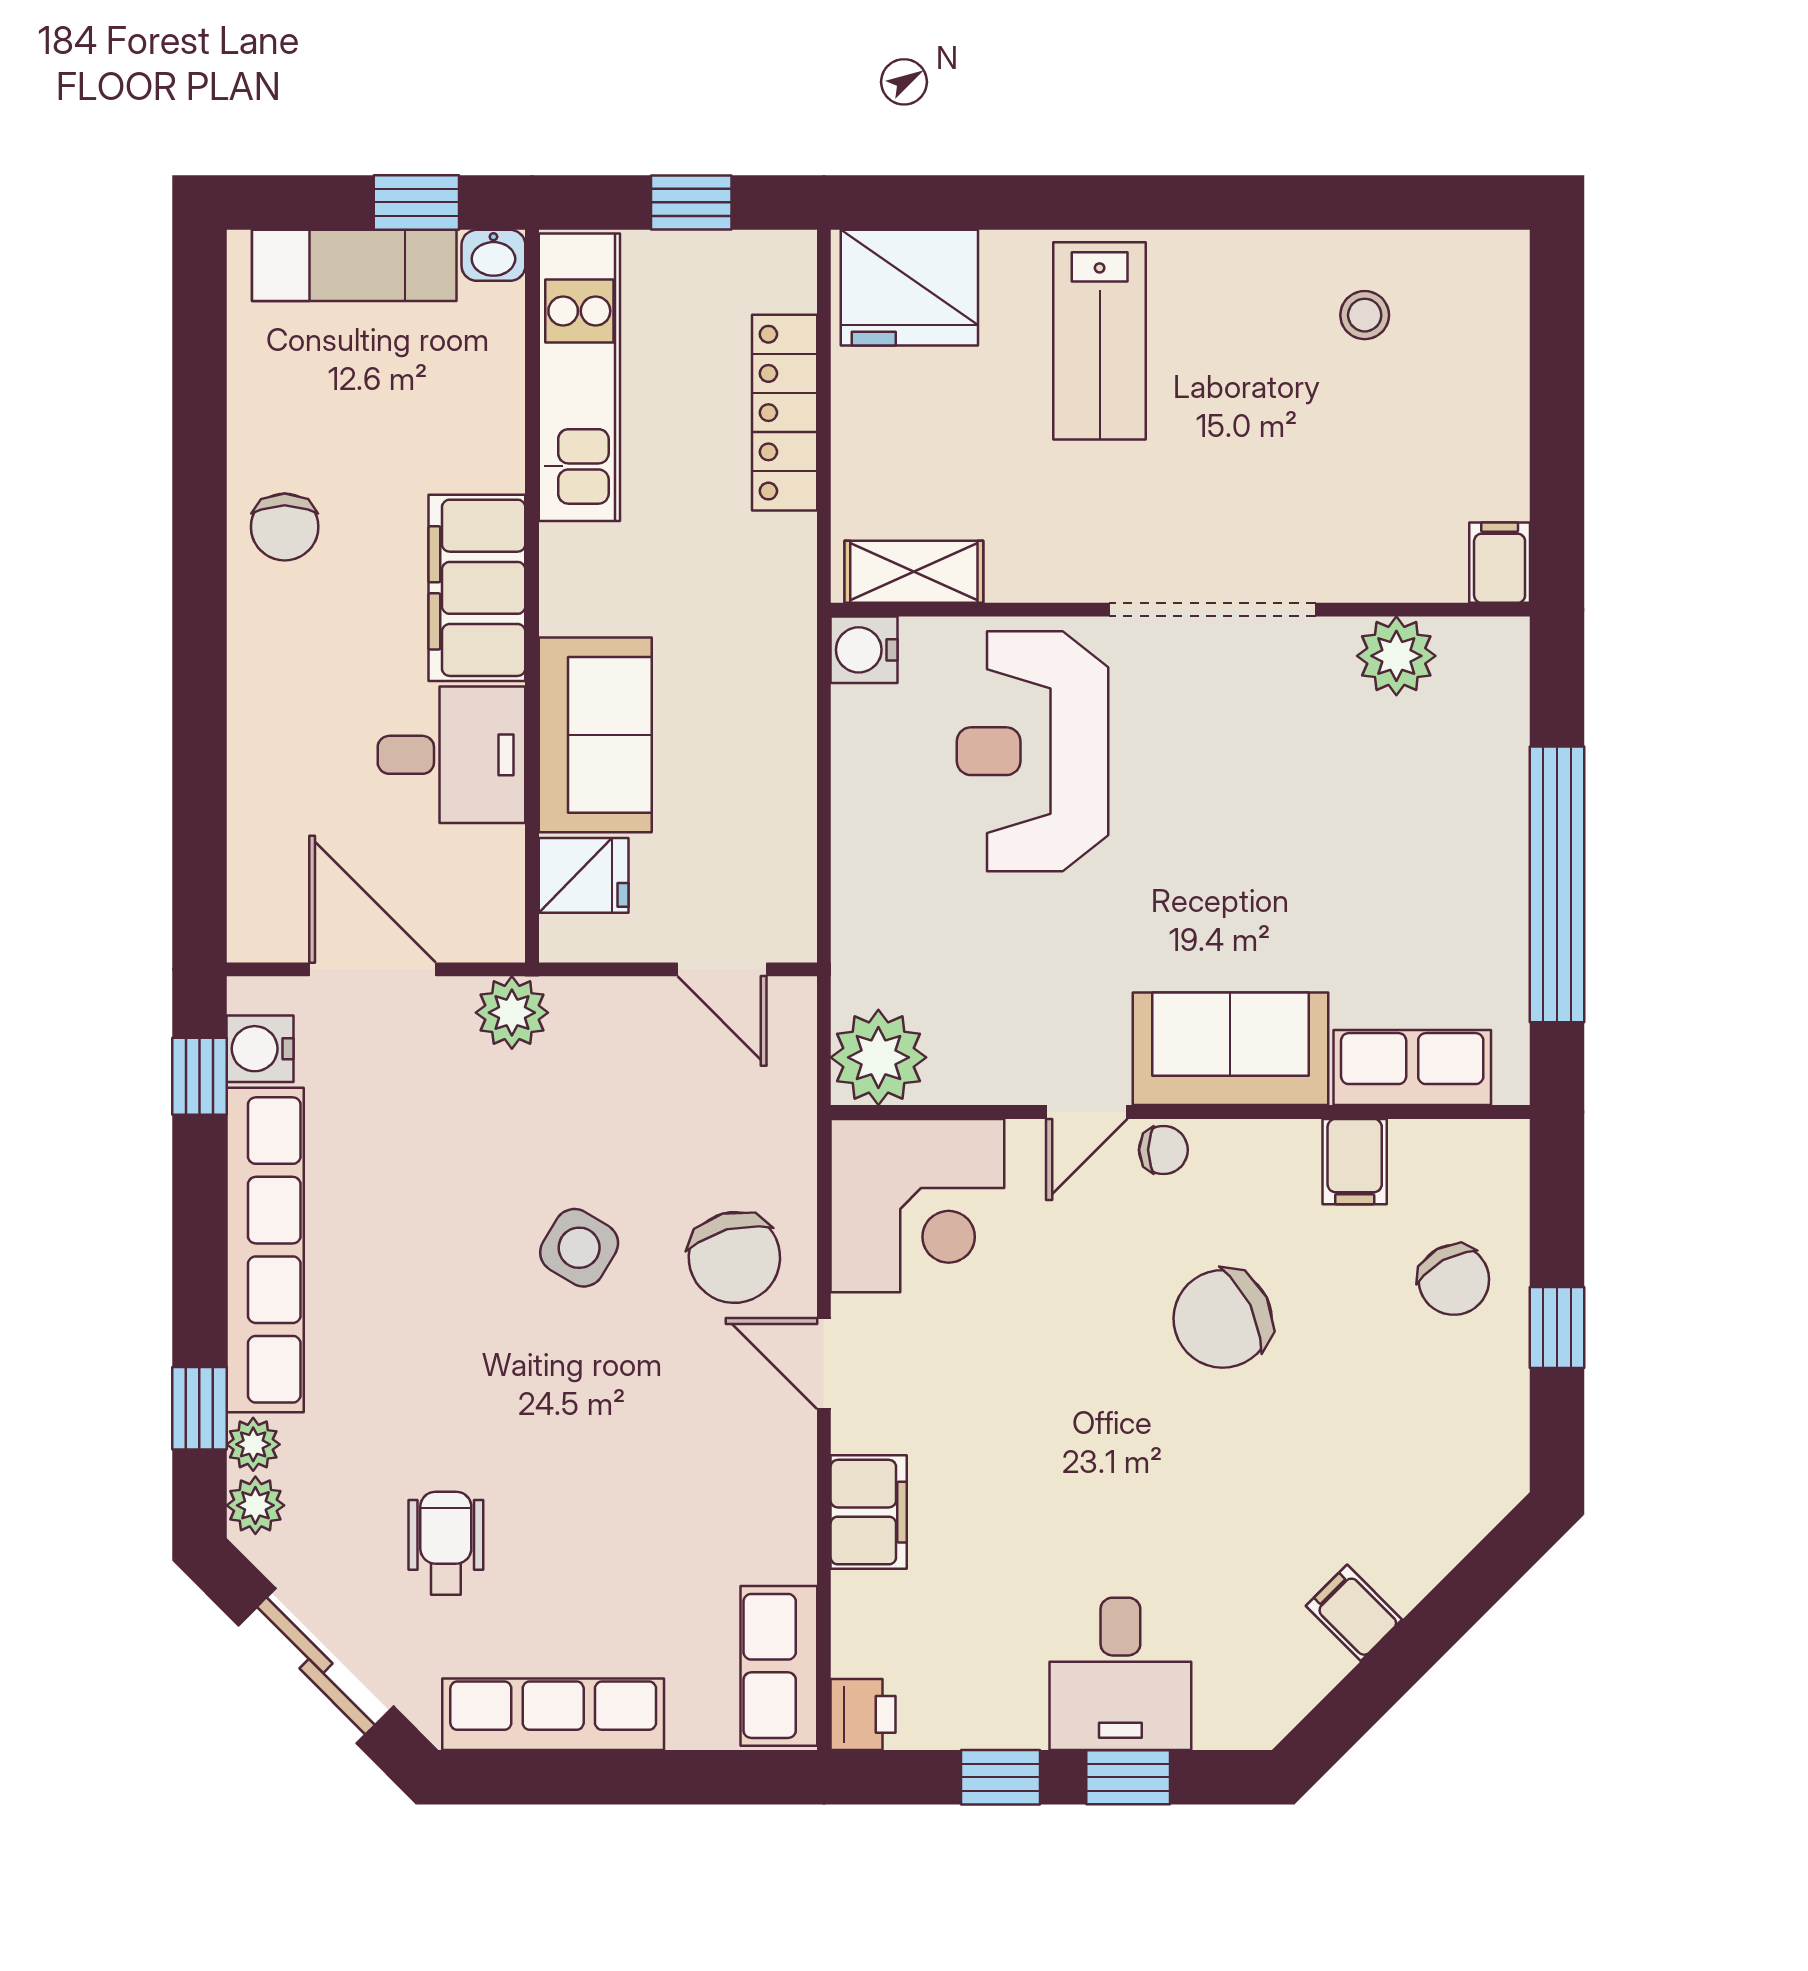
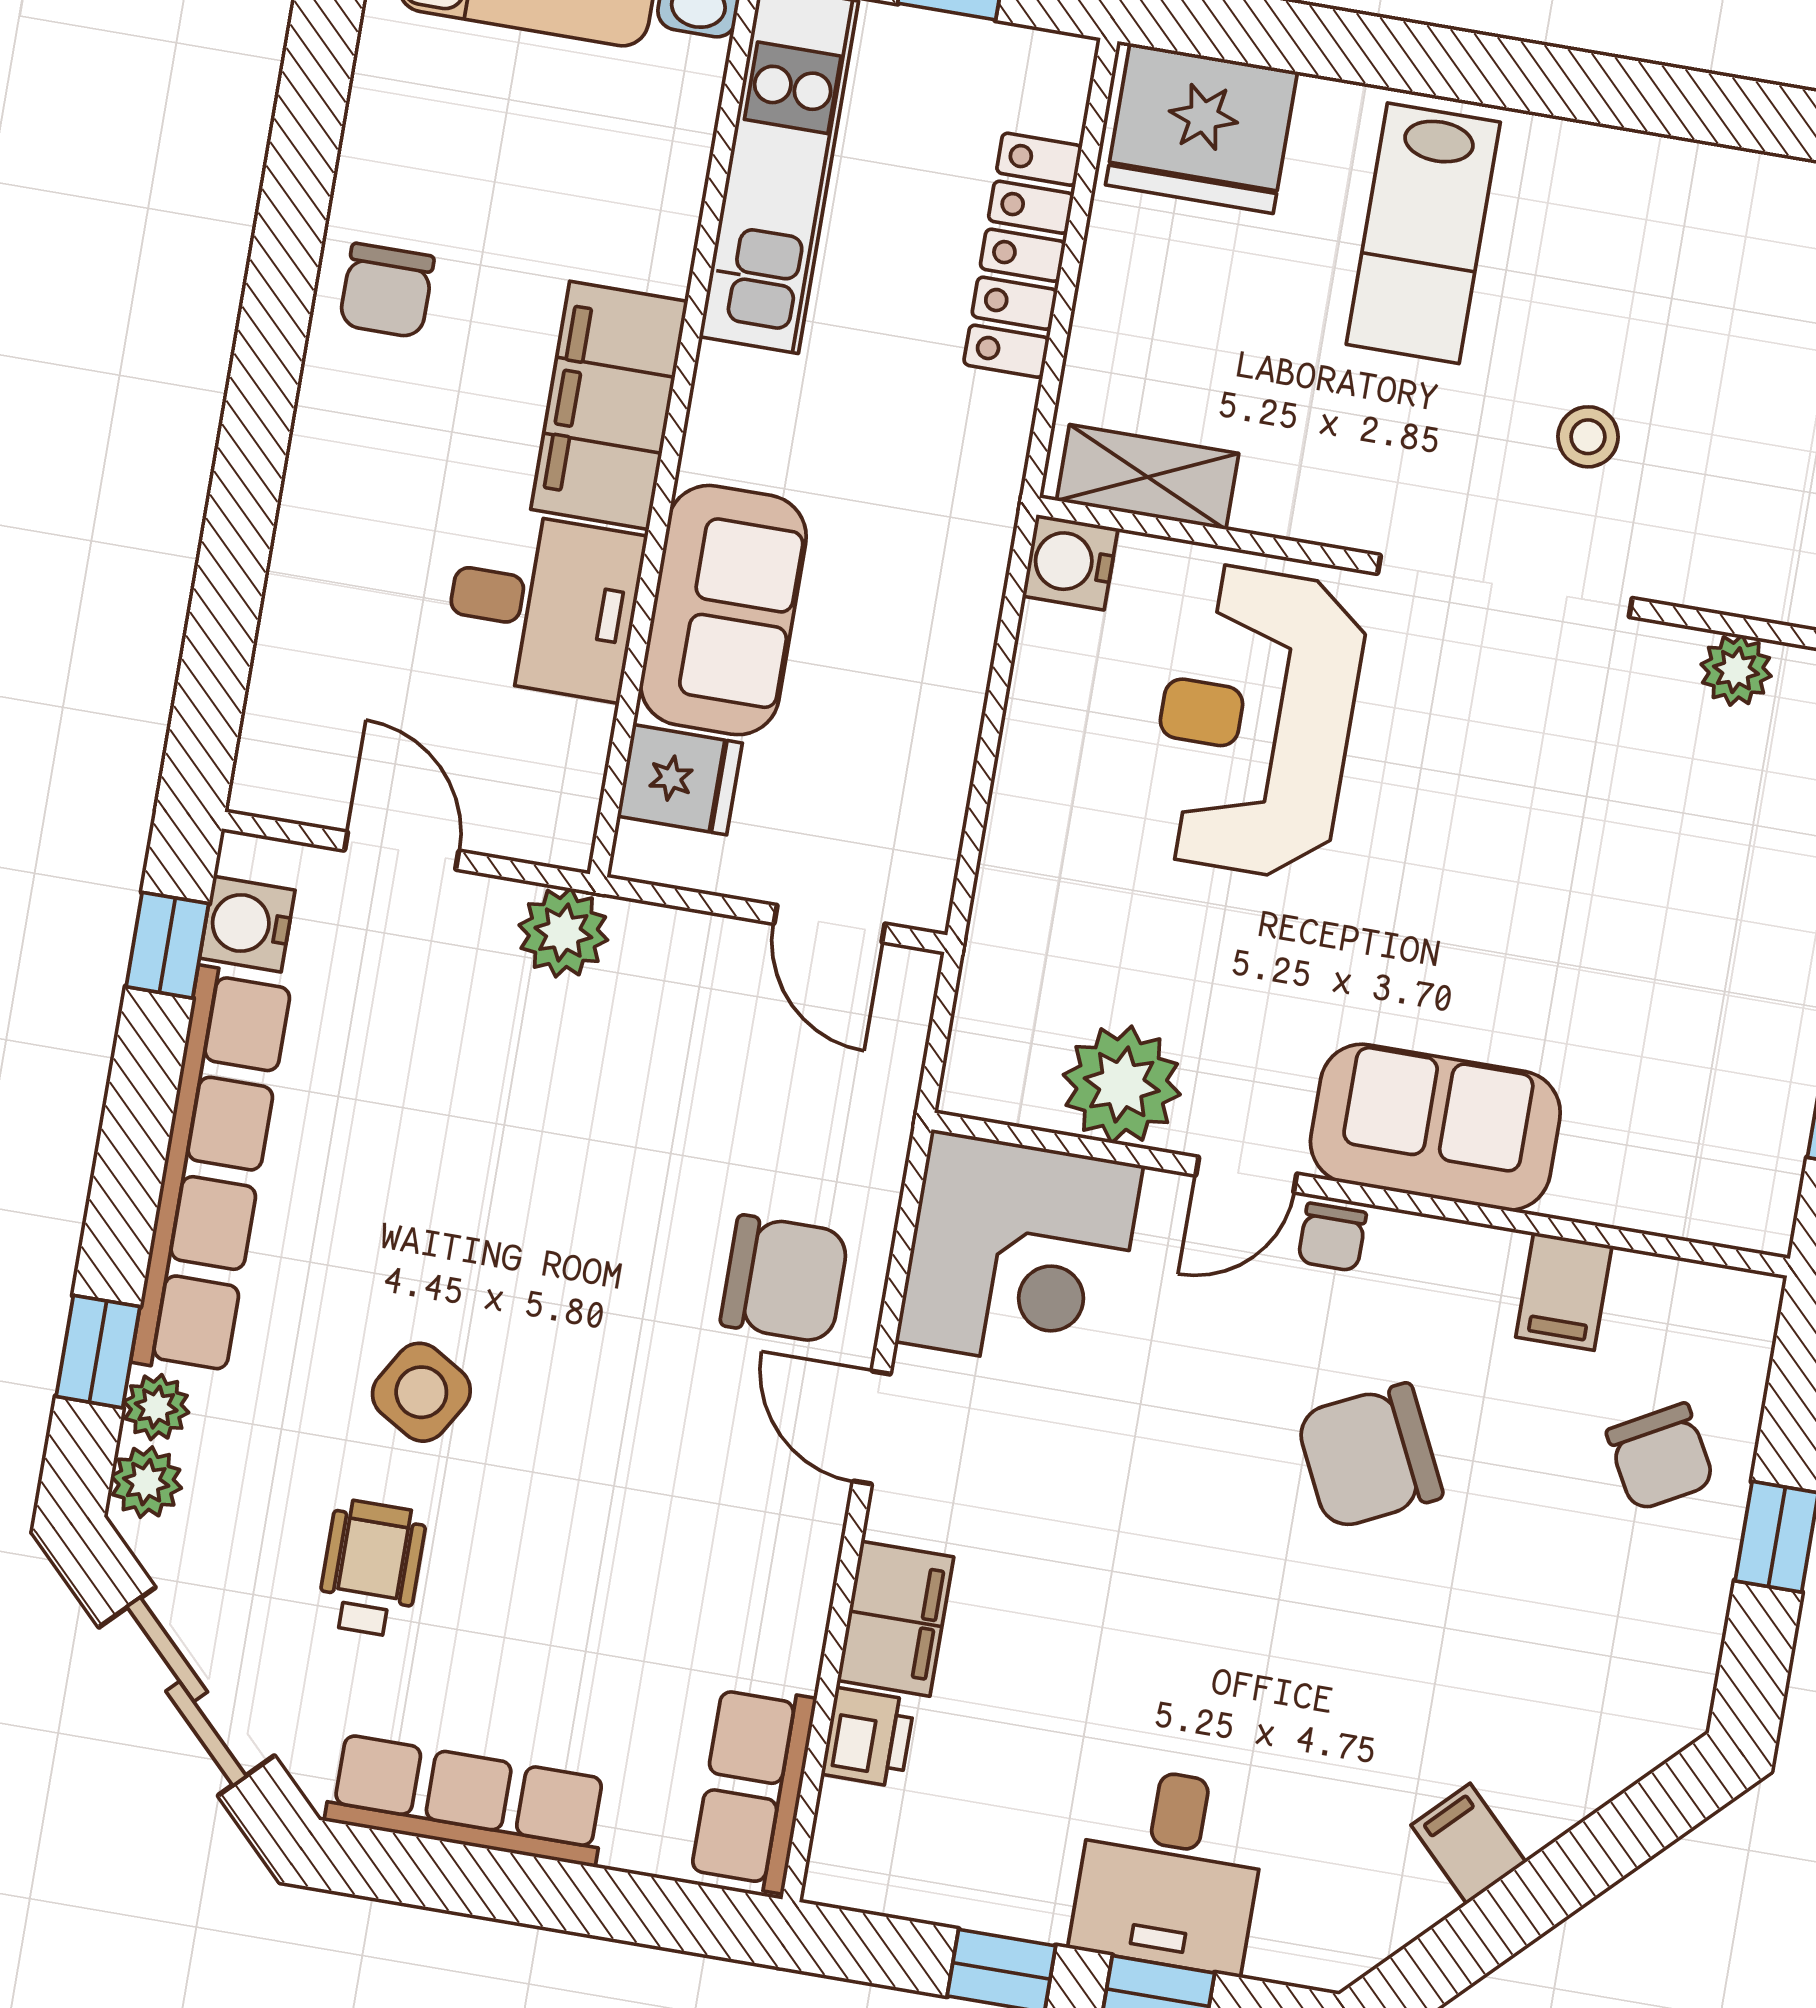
stool: (1365, 315) -> (1588, 437), moved
plant: (1396, 656) -> (1736, 670), width x0.73, depth x0.73
door: (372, 969) -> (402, 851), width x0.73
plant: (878, 1057) -> (1122, 1085), moved
row of seats: (1412, 1068) -> (1654, 1188), removed
chair: (1163, 1150) -> (1332, 1237), turned 90
side table: (579, 1248) -> (421, 1392), moved
chair: (734, 1258) -> (784, 1279), turned -75
printer: (863, 1714) -> (868, 1737), moved

